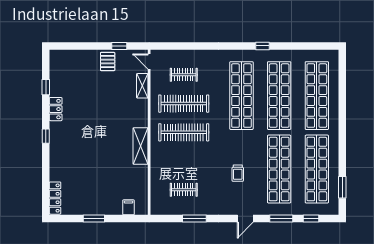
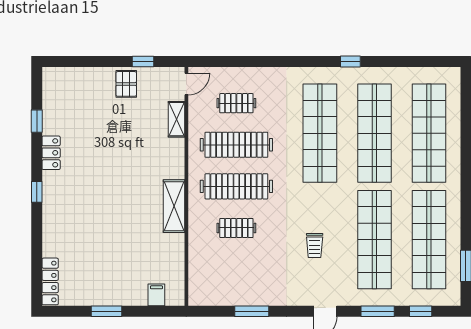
door: (149, 62) -> (186, 84), swing flipped
clothes rail: (184, 190) -> (236, 228), moved

